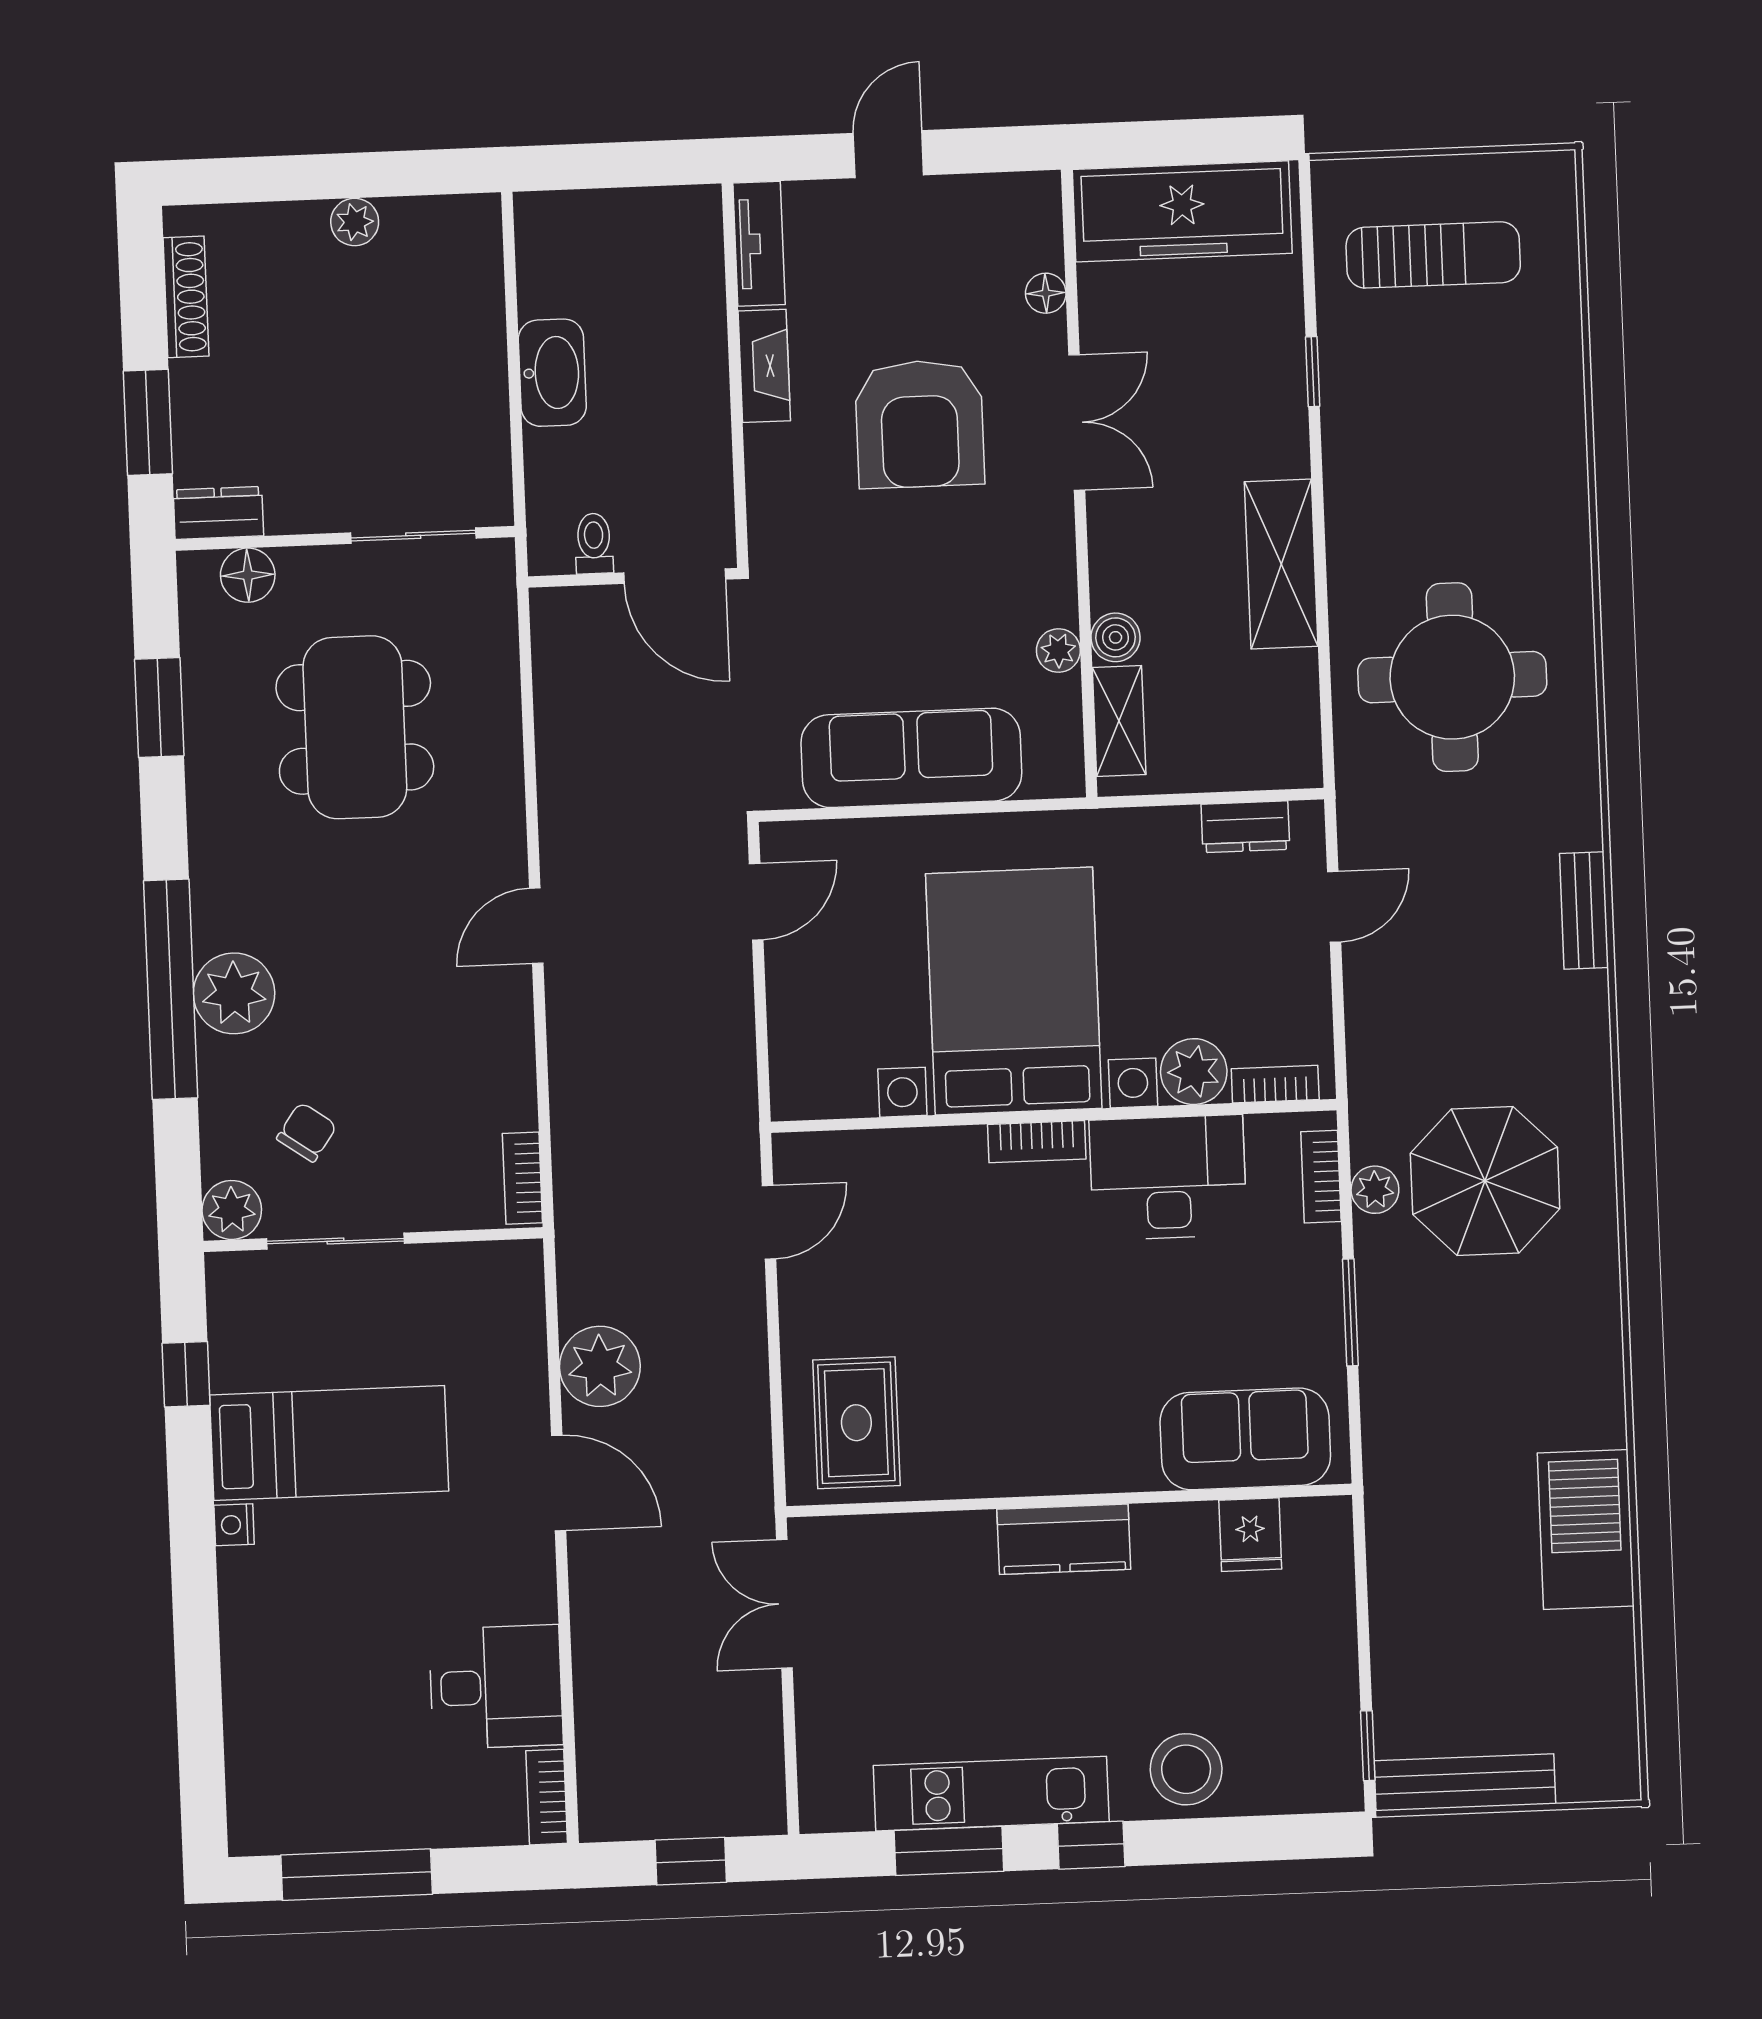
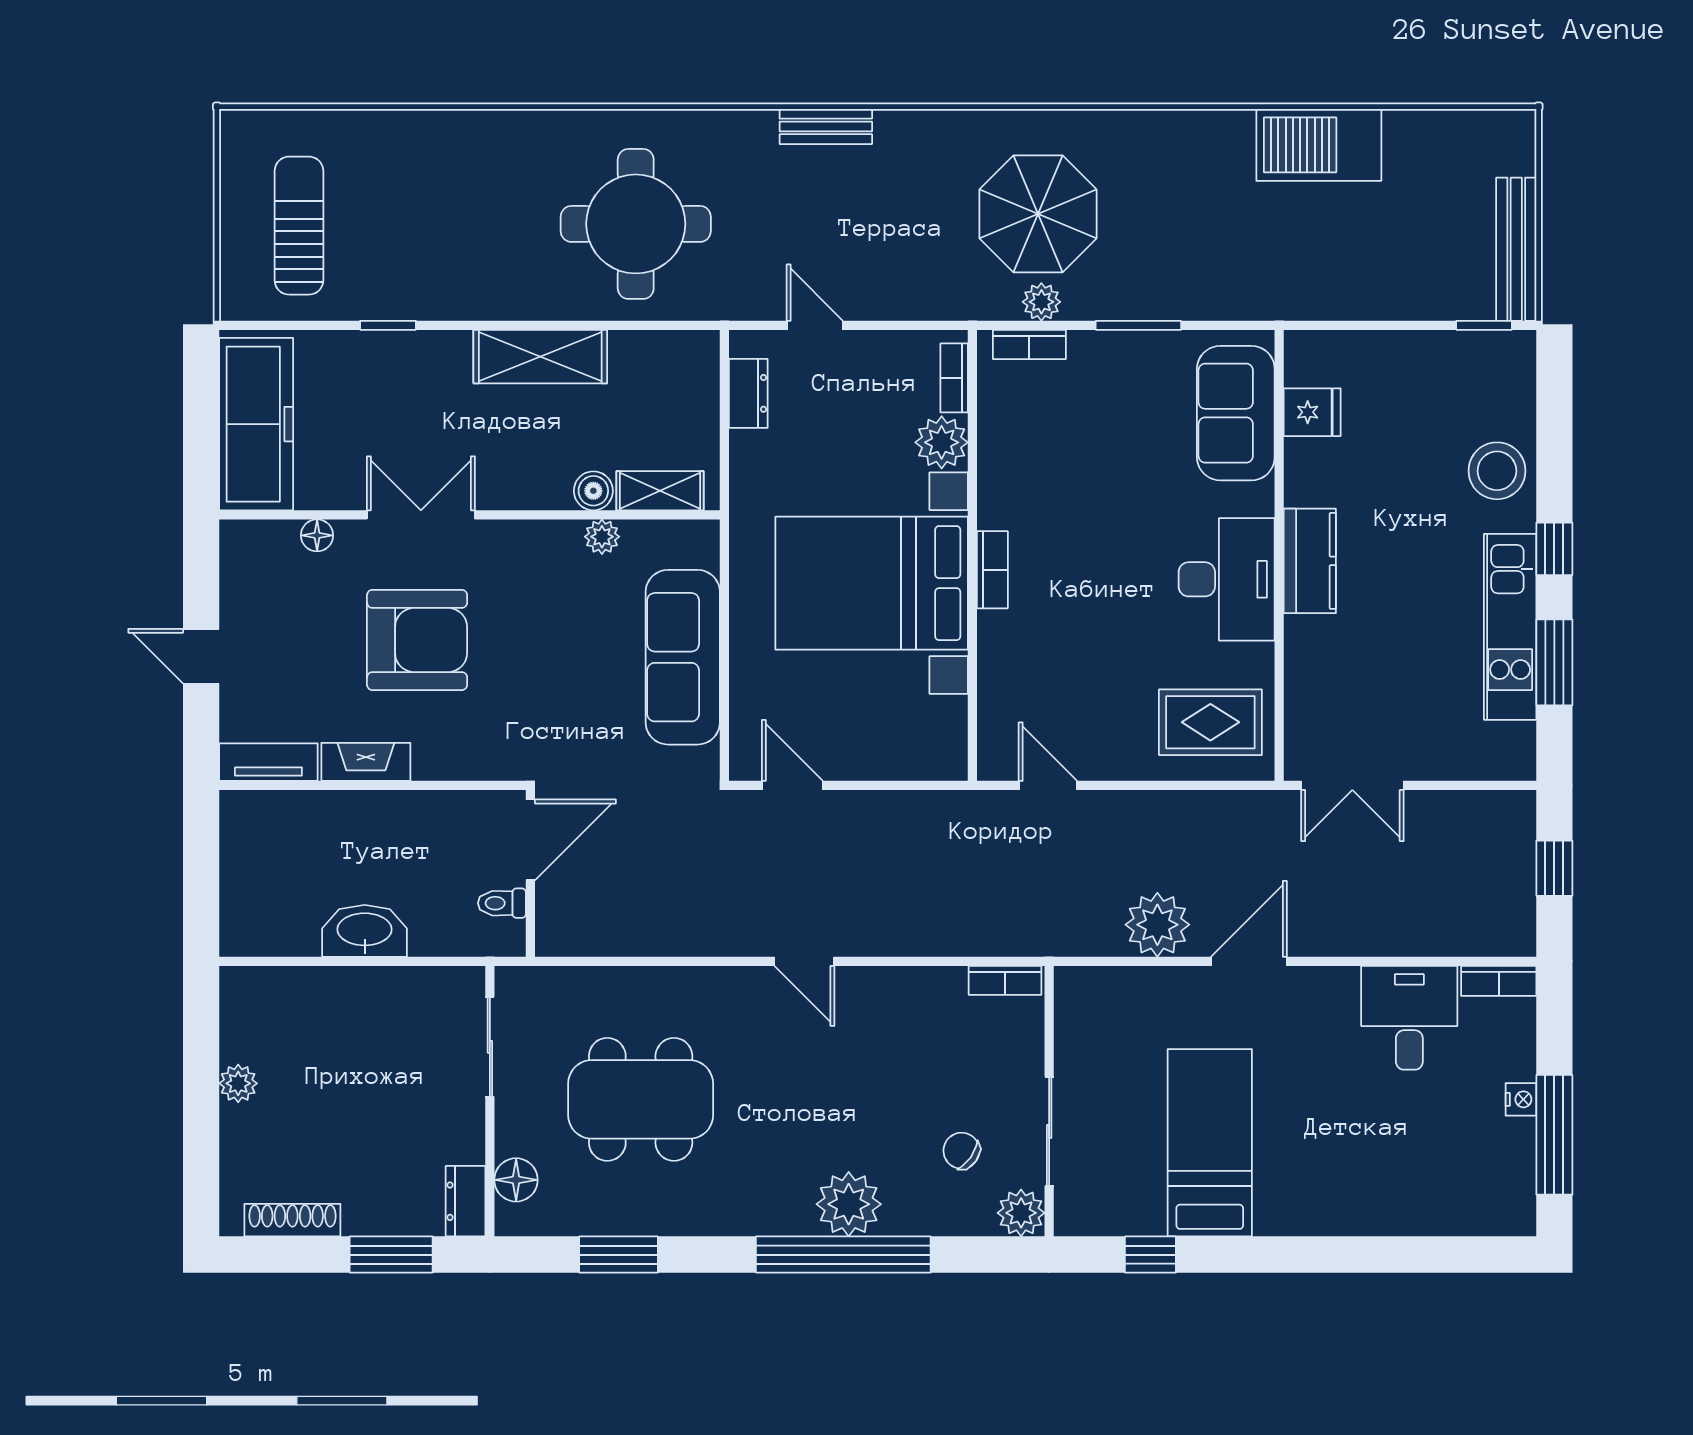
desk: (1168, 1177) -> (1227, 579), moved, turned 180
nightstand: (234, 1525) -> (1521, 1099), moved, turned -90

